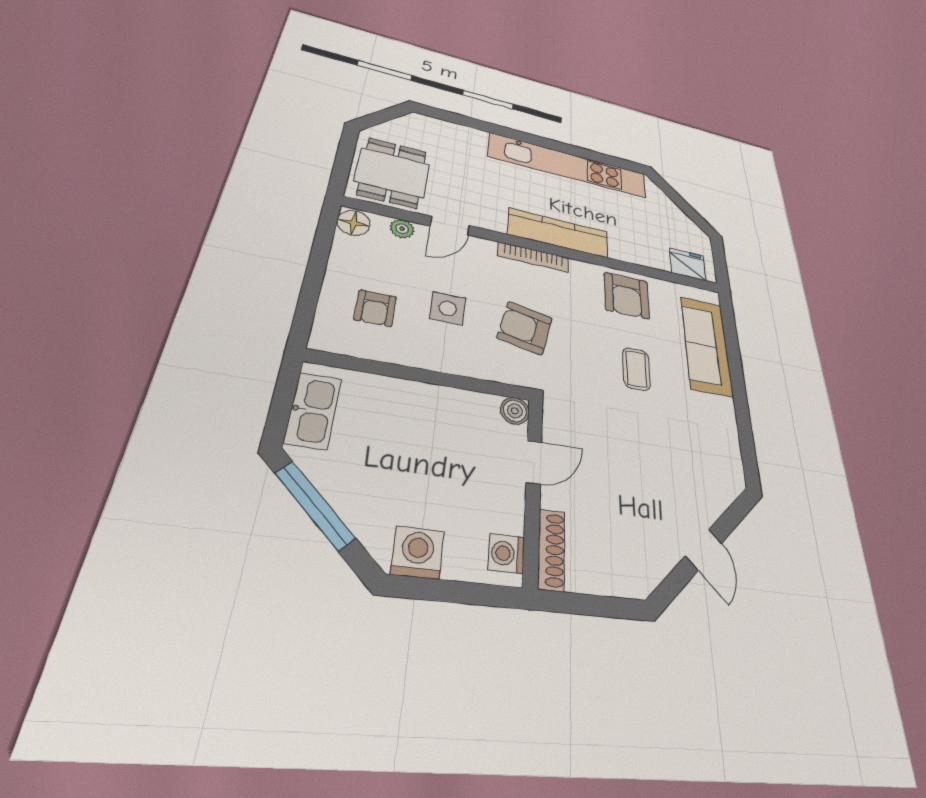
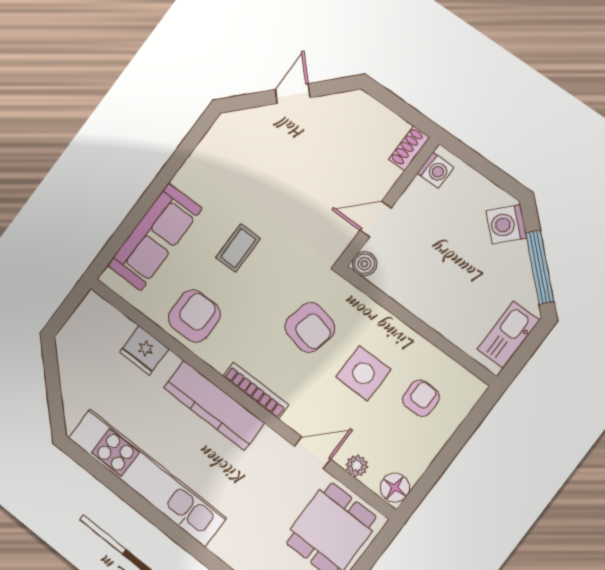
fridge: (688, 264) -> (144, 351), moved
side table: (448, 308) -> (363, 373), width x1.37, depth x1.37
shoe rack: (551, 550) -> (409, 148), width x0.70
washing machine: (418, 553) -> (506, 224), moved, turned 43

